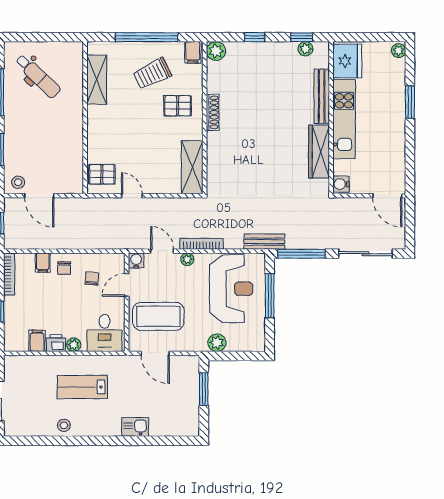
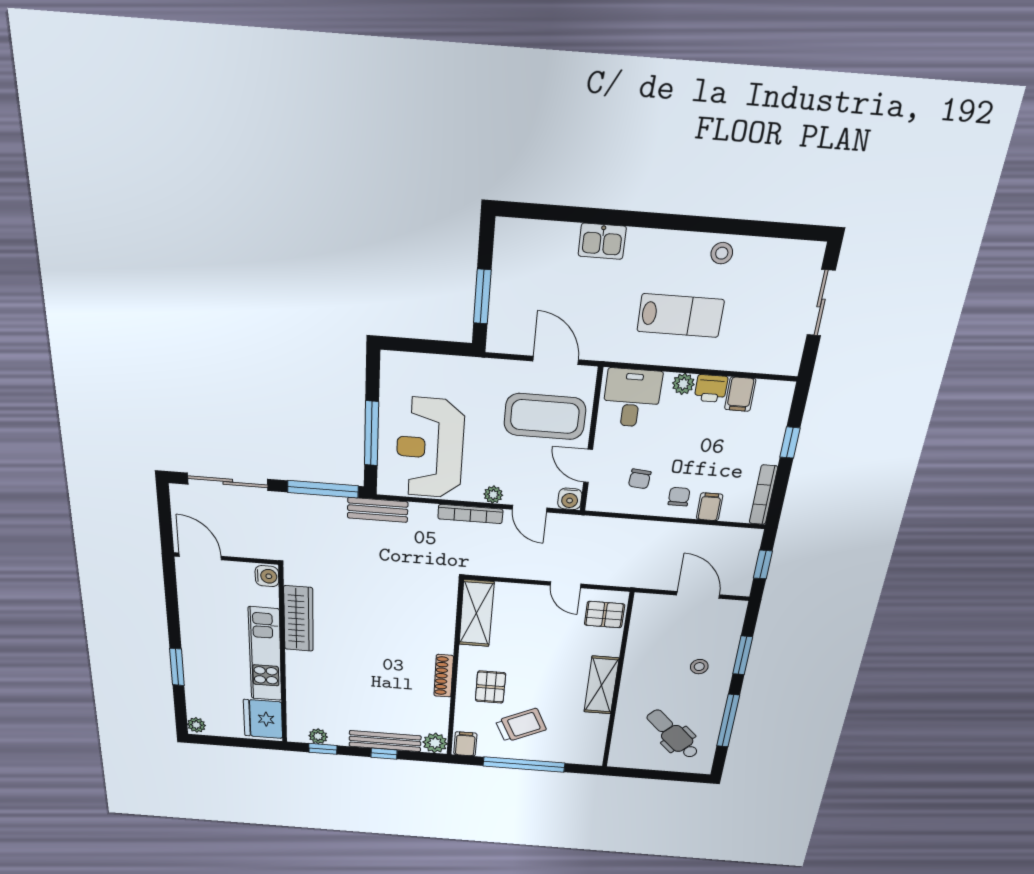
shelving: (97, 80) -> (601, 685), moved
bench: (322, 96) -> (385, 741), moved, turned 90
pallet: (178, 106) -> (490, 687), turned 90
stool: (18, 182) -> (699, 667), moved
door: (127, 285) -> (588, 466), swing flipped
plant: (217, 343) -> (456, 369), removed

